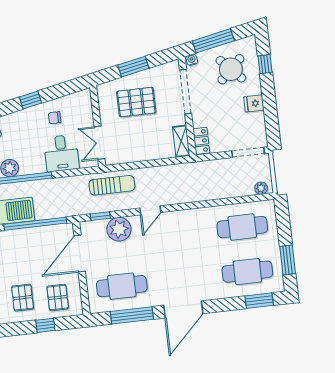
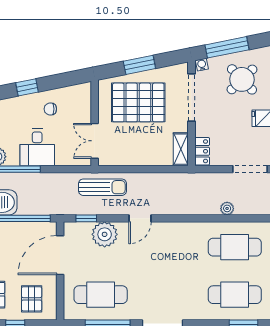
pallet: (136, 102) -> (138, 102), width x1.37, depth x1.41
desk: (61, 153) -> (37, 147), moved
plant: (261, 188) -> (227, 208), moved

